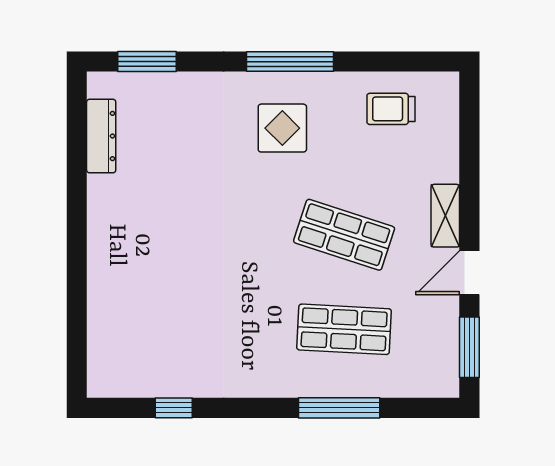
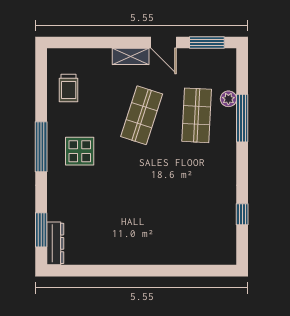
dresser: (101, 136) -> (55, 243), moved, turned 90
plant: (372, 384) -> (228, 99), added

